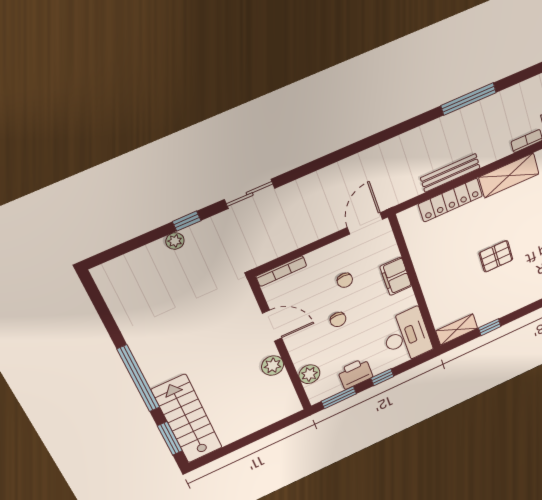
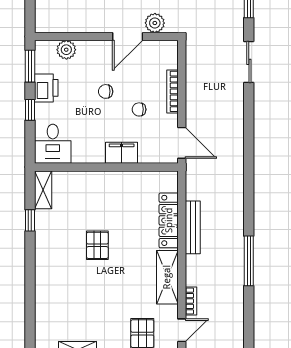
bookcase: (281, 271) -> (172, 91), moved
desk: (406, 336) -> (53, 144), width x0.73
plant: (273, 366) -> (155, 23), moved

